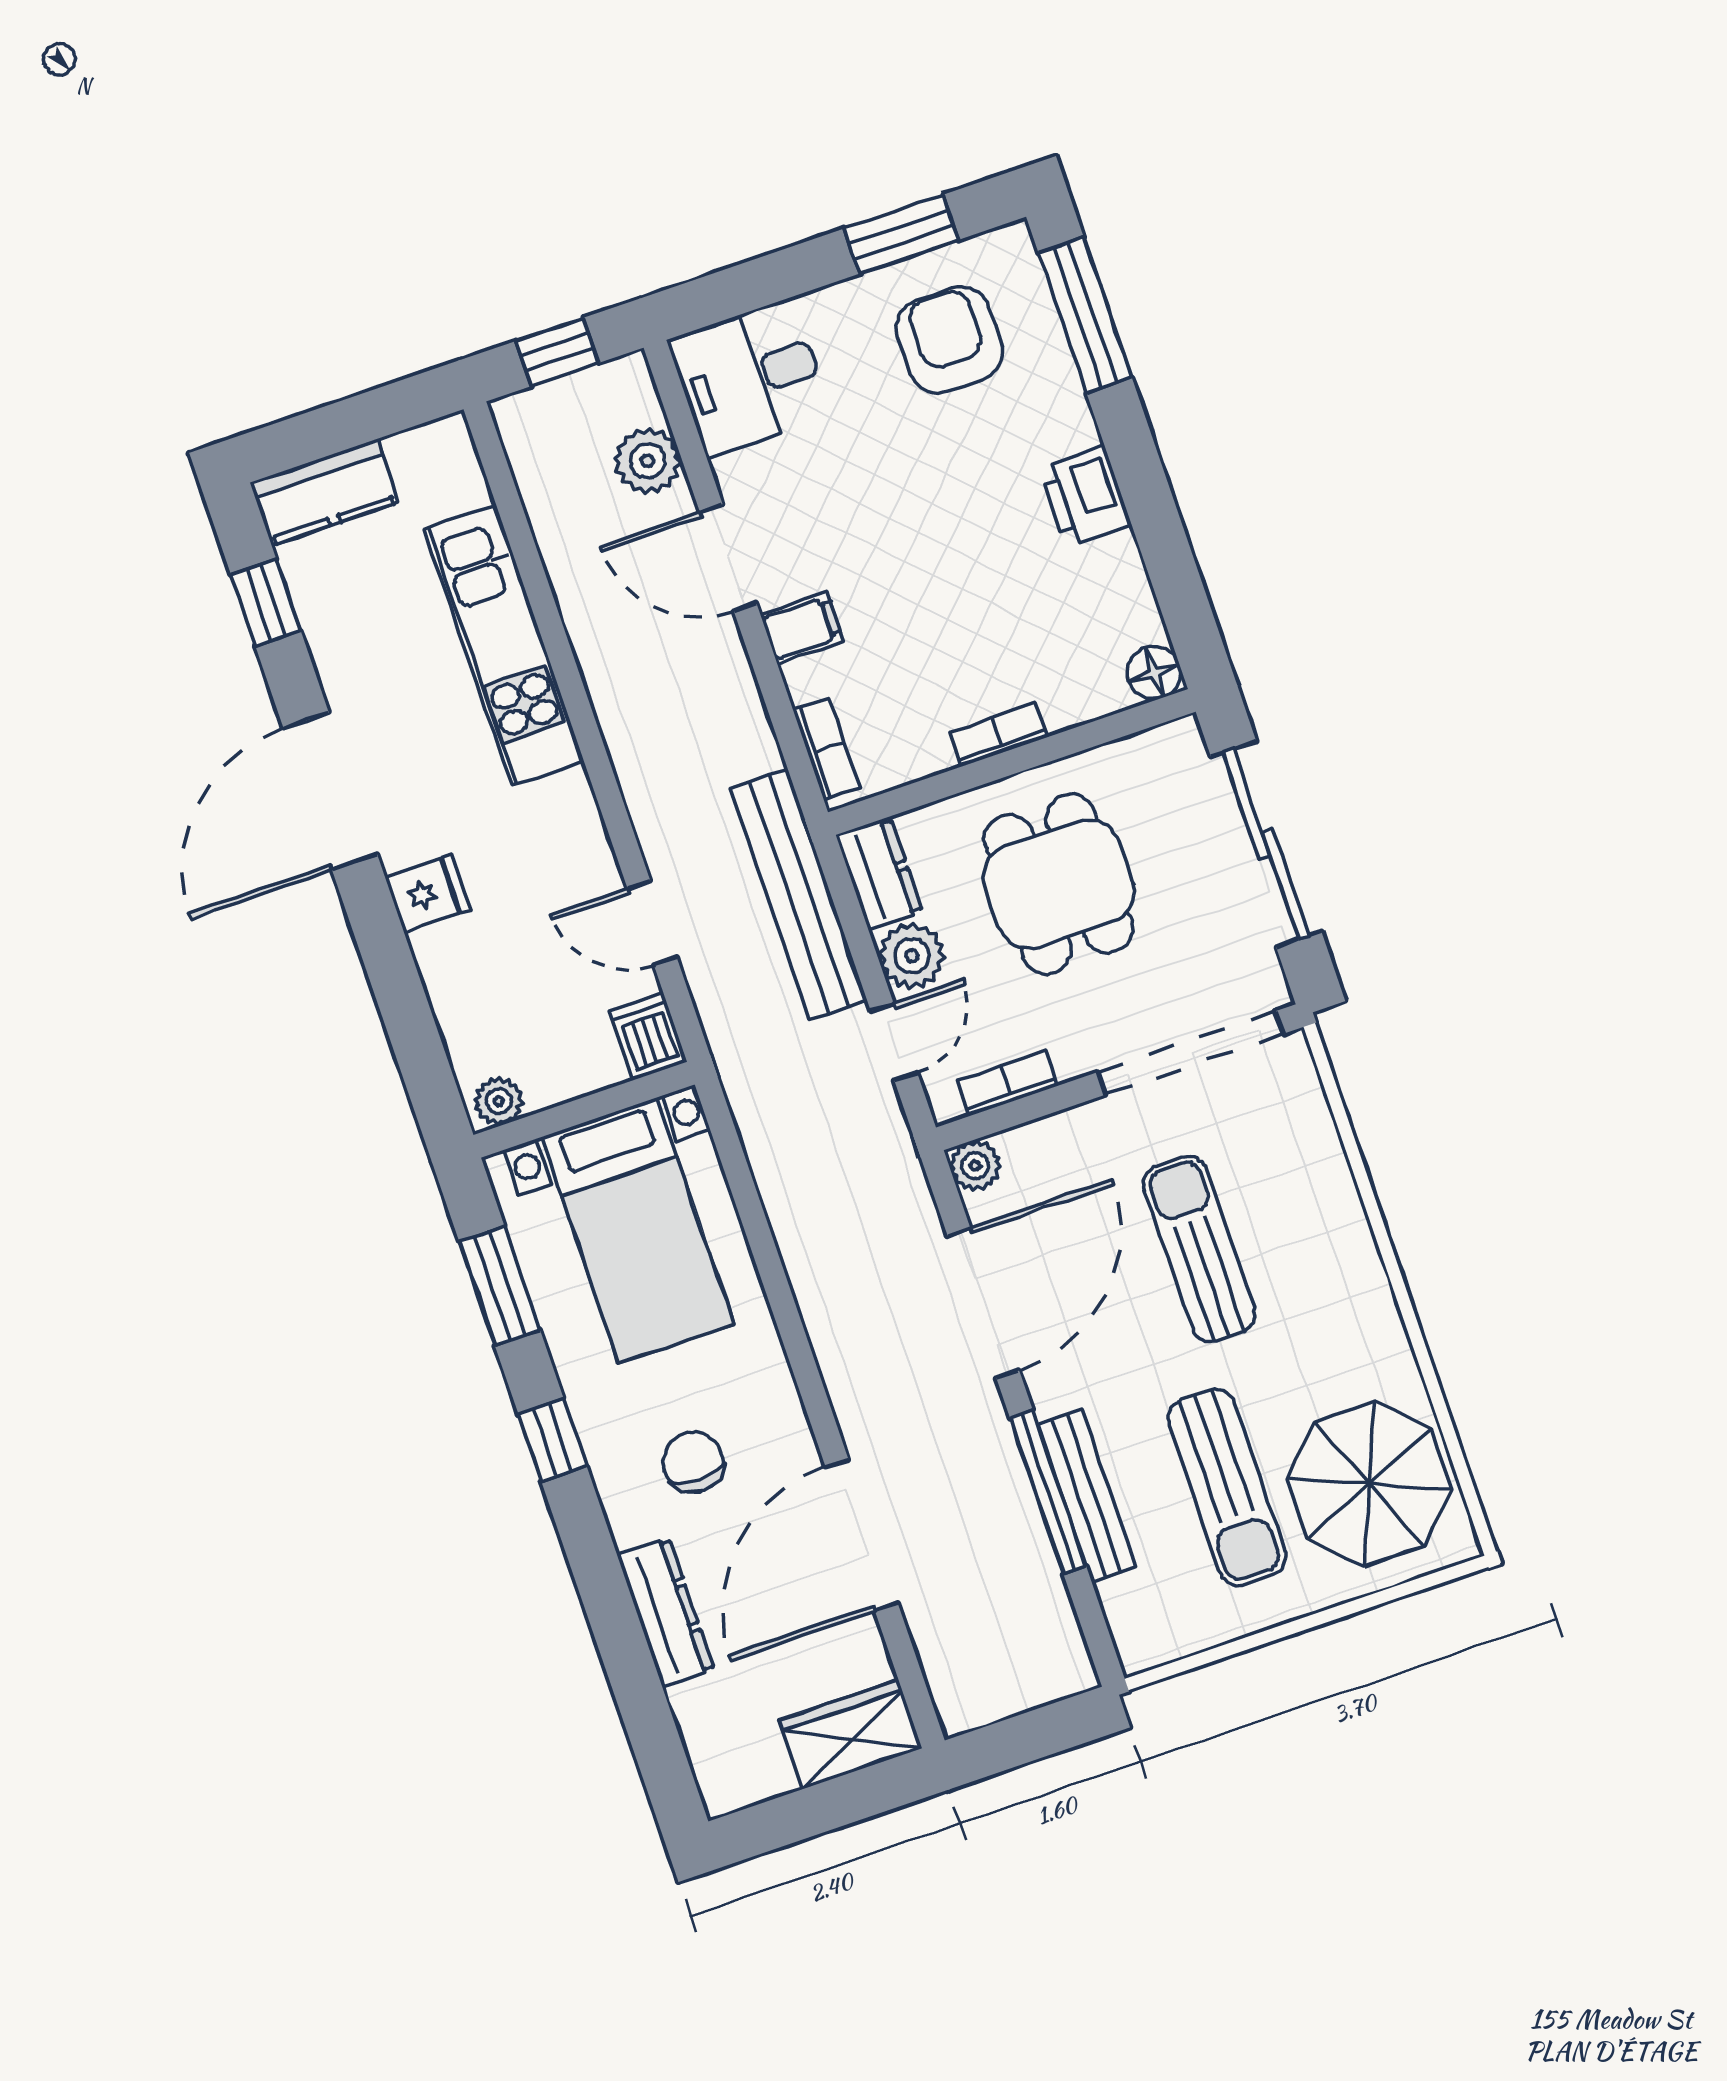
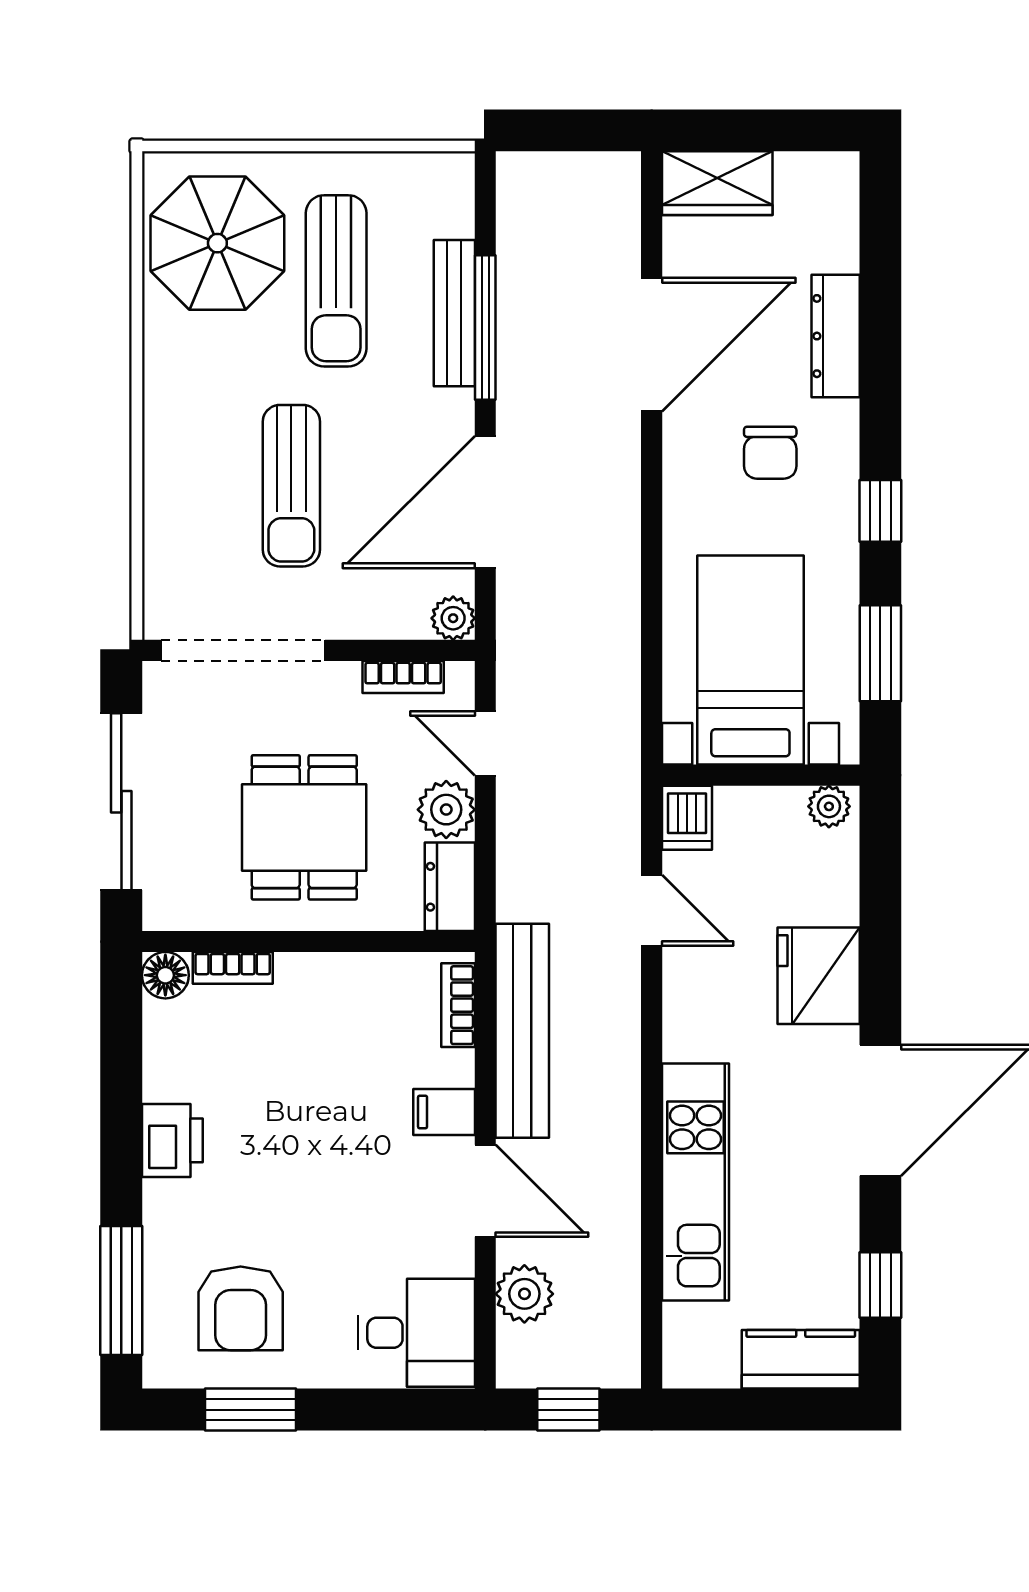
bookcase: (998, 735) -> (233, 968), moved
fridge: (428, 893) -> (819, 976), width x1.88, depth x1.34
bench: (799, 894) -> (522, 1031), moved
door: (894, 1042) -> (485, 743), hinge flipped
sun lounger: (1227, 1487) -> (336, 281), turned 180

